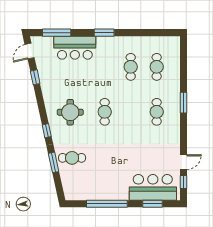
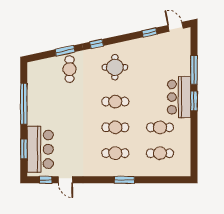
window: (57, 33) -> (194, 70), moved
bar counter: (75, 48) -> (179, 97), moved
cafe table: (131, 112) -> (115, 127), added

